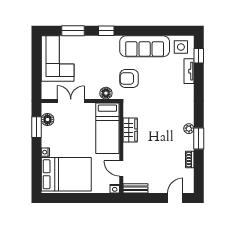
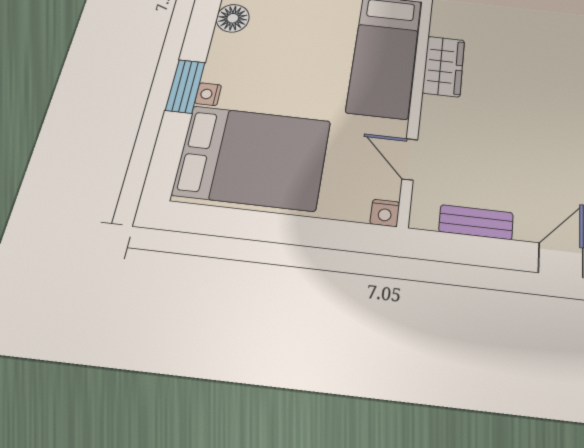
window: (36, 127) -> (185, 86), moved
bench: (135, 188) -> (476, 222), moved

